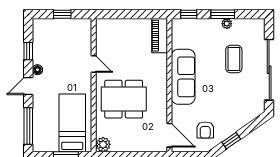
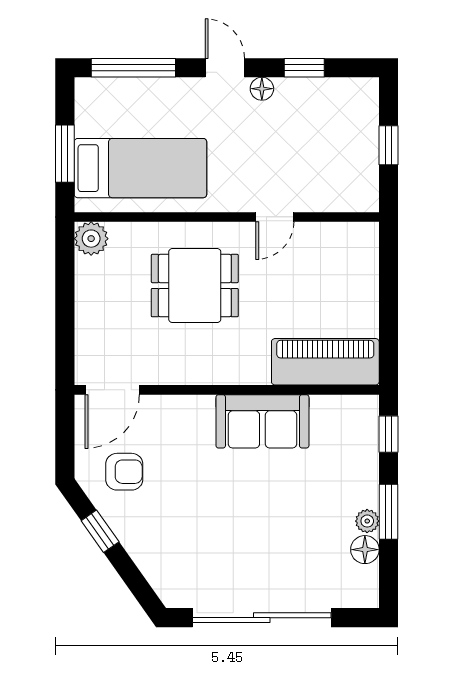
floor lamp: (239, 25) -> (365, 550), added
piano: (160, 36) -> (325, 362), width x1.37, depth x1.33
coffee table: (234, 59) -> (286, 537), removed
sofa: (183, 77) -> (262, 421), width x0.73
dining table: (124, 99) -> (195, 286), width x0.73
armchair: (205, 130) -> (124, 472), turned 180

